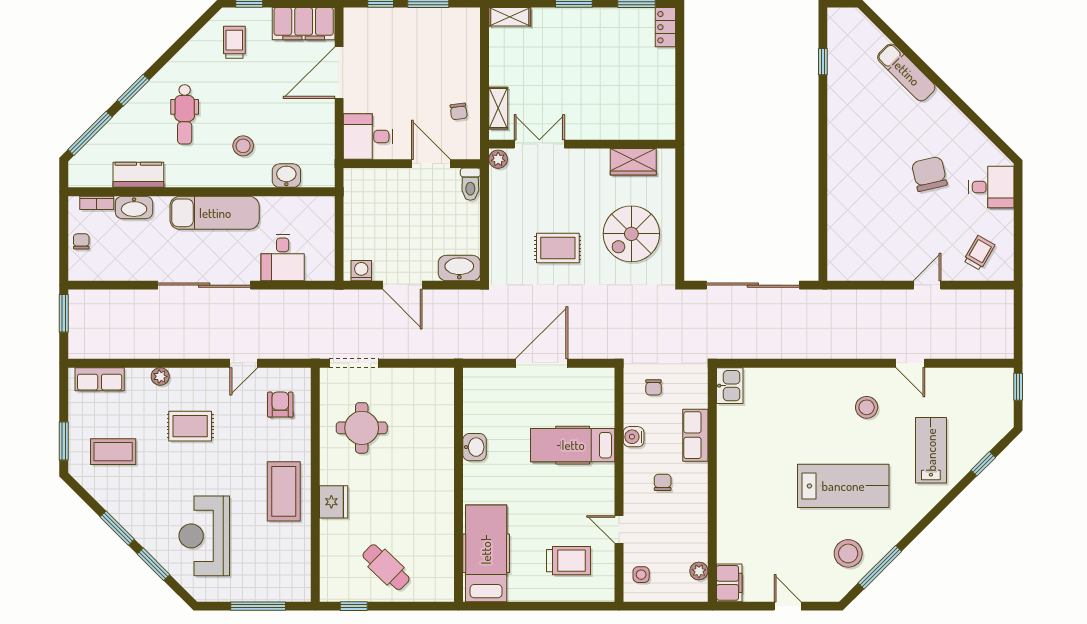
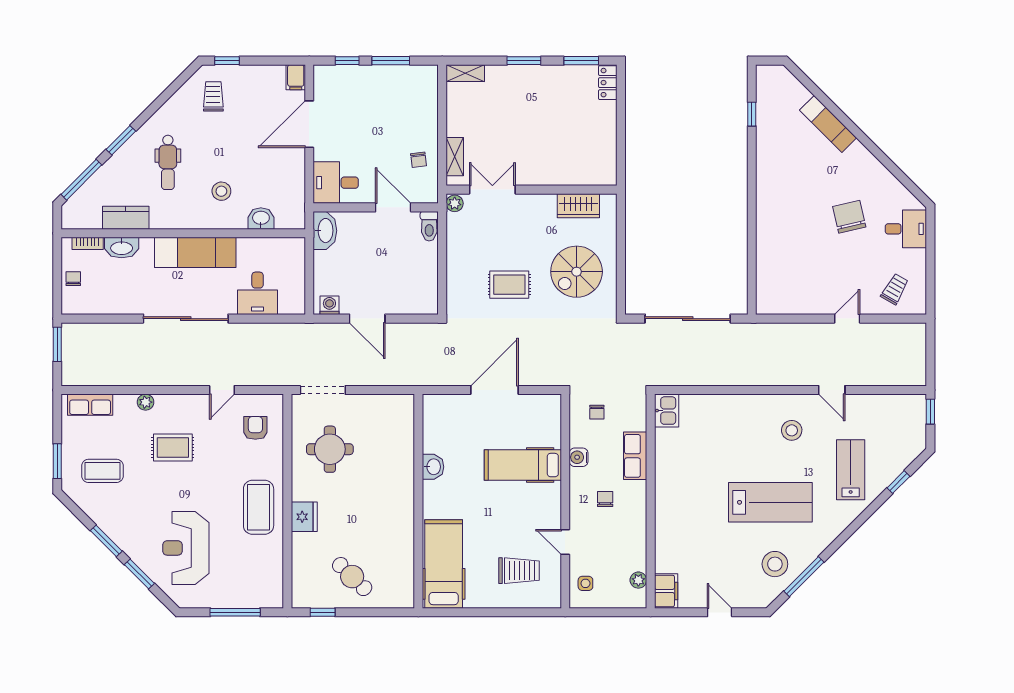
filing cabinet: (304, 24) -> (296, 77), width x0.33, depth x0.86
washbasin: (459, 268) -> (325, 231), moved, turned 90

